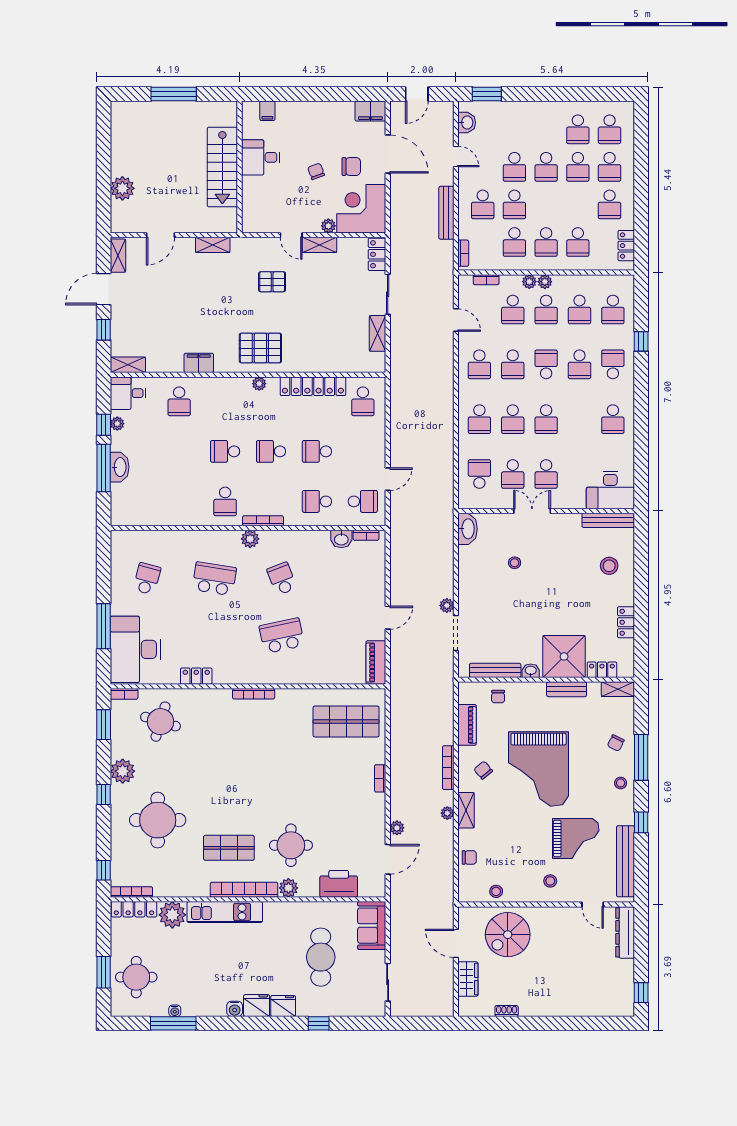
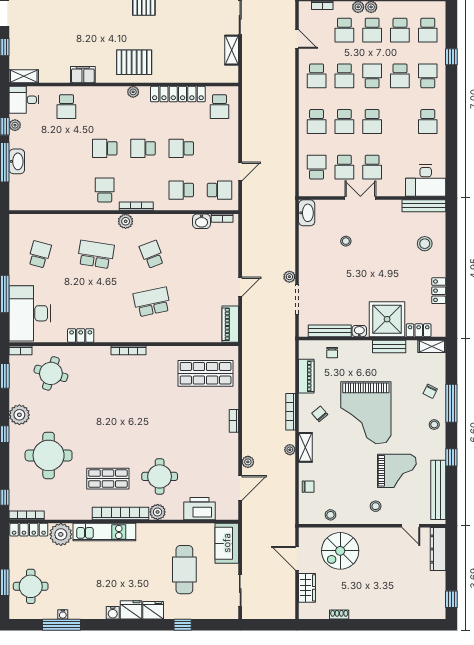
school desk: (225, 501) -> (105, 190), turned 180

